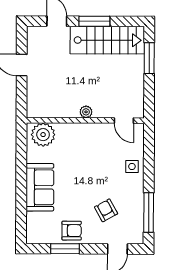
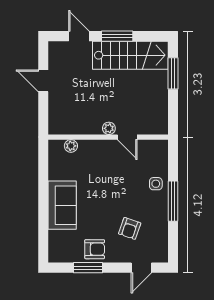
door: (124, 121) -> (127, 137), moved
plant: (43, 135) -> (71, 146), width x0.53, depth x0.53
armchair: (106, 210) -> (130, 228), turned -132
window: (149, 213) -> (173, 201), moved

